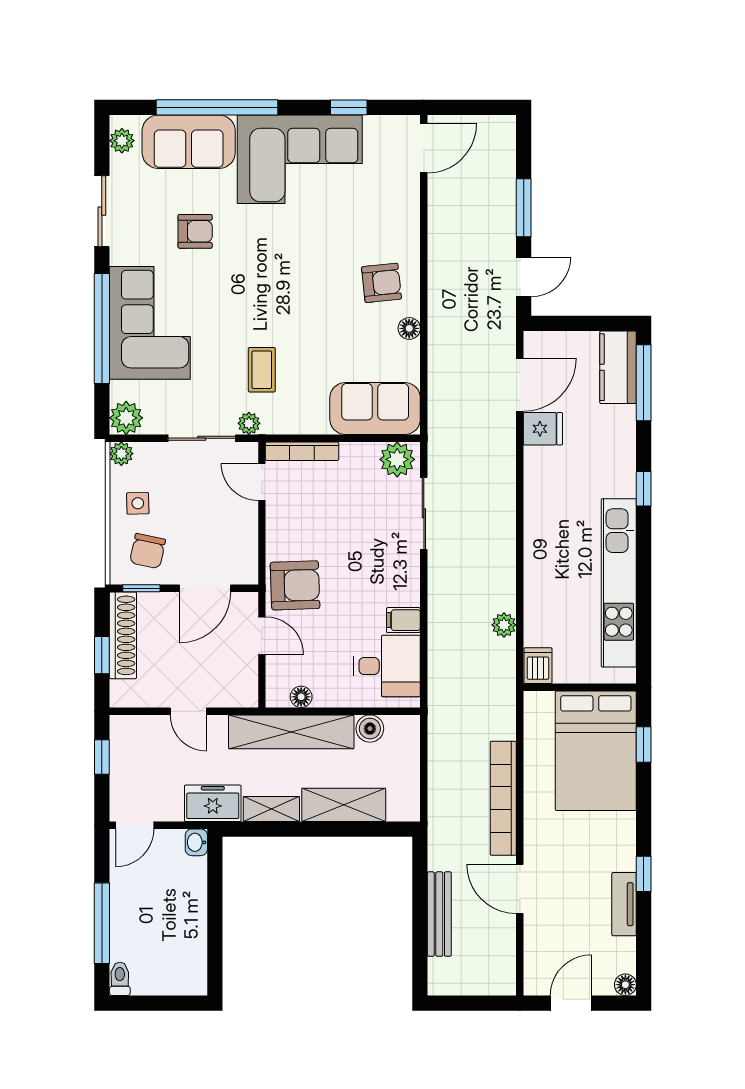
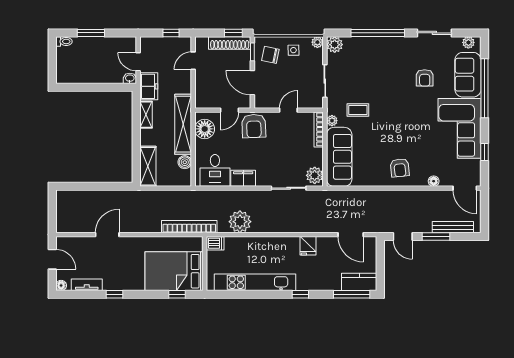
corner sofa: (150, 323) -> (381, 56), removed
floor lamp: (409, 328) -> (434, 181), moved
sofa: (375, 409) -> (339, 157), width x1.36
plant: (249, 423) -> (332, 121), moved
fridge: (543, 429) -> (308, 246), moved
door: (262, 482) -> (288, 110), moved
filing cabinet: (403, 620) -> (243, 178), width x2.00
plant: (504, 625) -> (240, 222), width x1.88, depth x1.88
window: (102, 655) -> (233, 33), moved
floor lamp: (301, 697) -> (205, 129), width x1.89, depth x1.89
door: (188, 711) -> (193, 61), moved
bookcase: (503, 798) -> (189, 227), moved
shelving: (344, 805) -> (148, 166), moved
door: (135, 825) -> (138, 62), moved
tv unit: (624, 904) -> (87, 285), moved
bench: (439, 914) -> (453, 227), moved
window: (102, 923) -> (91, 33), width x0.69

